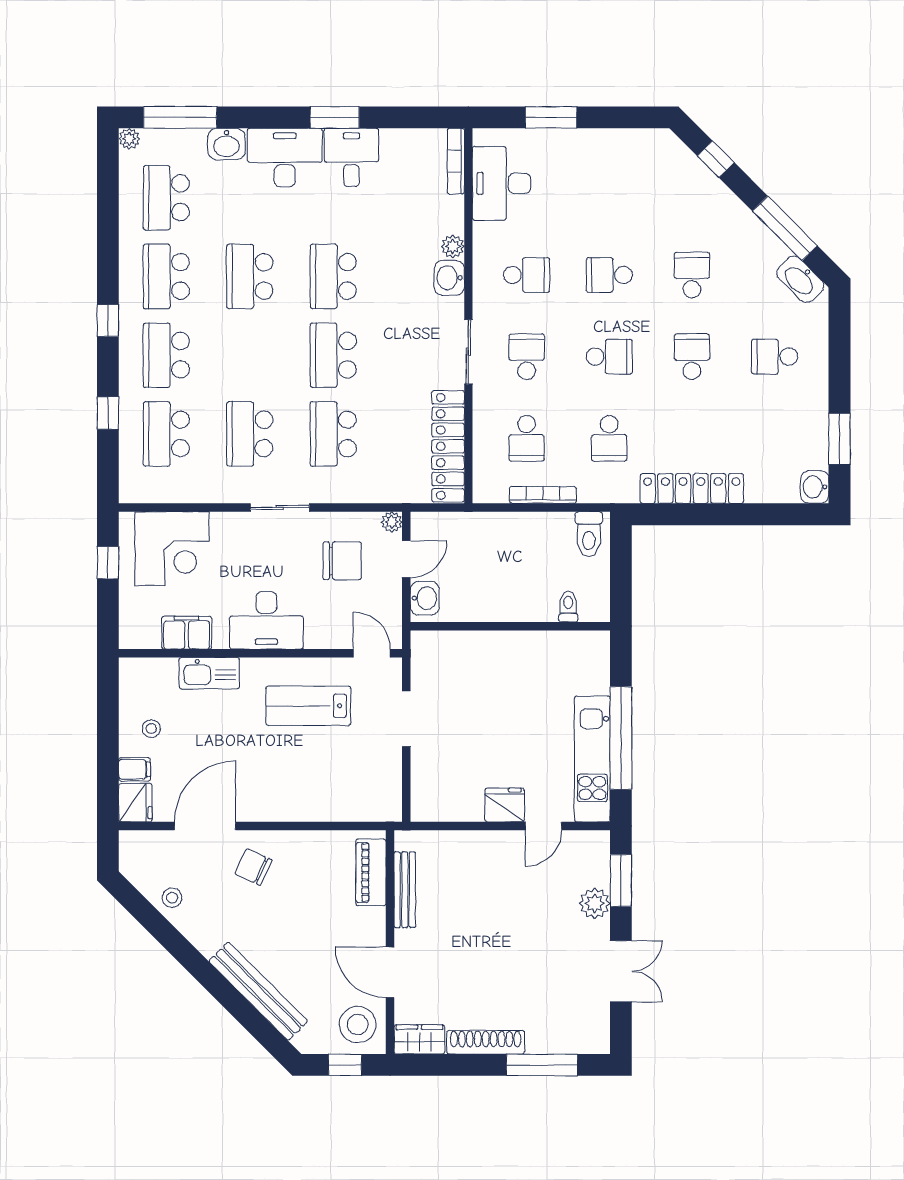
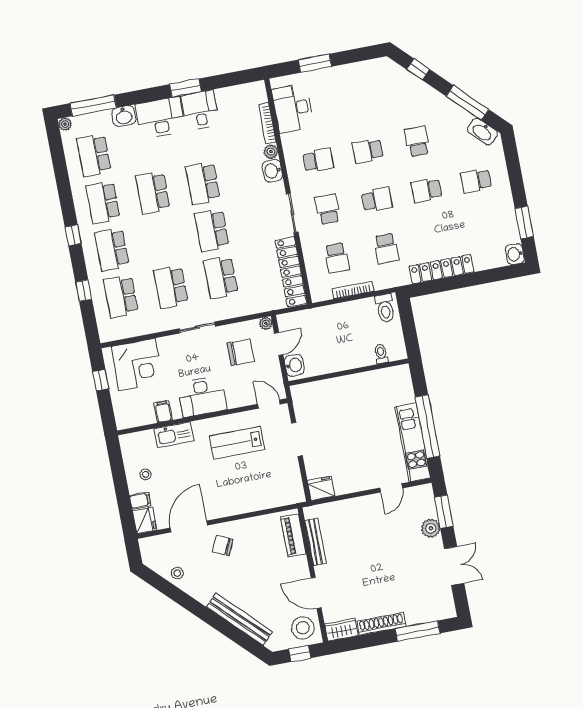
bookcase: (456, 161) -> (267, 123), moved
school desk: (692, 357) -> (426, 190), turned -90
filing cabinet: (187, 633) -> (163, 412), width x0.50
fridge: (505, 805) -> (321, 488), moved

